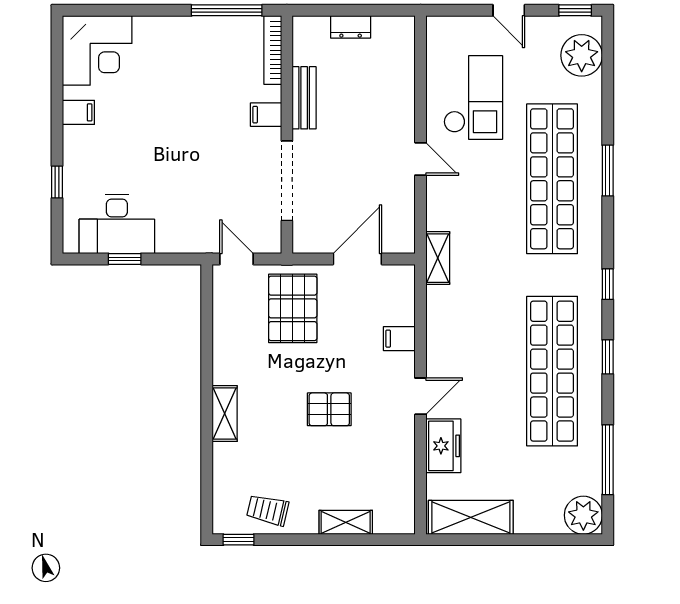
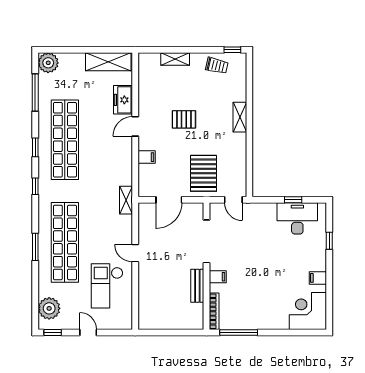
dresser: (351, 27) -> (173, 324), removed

